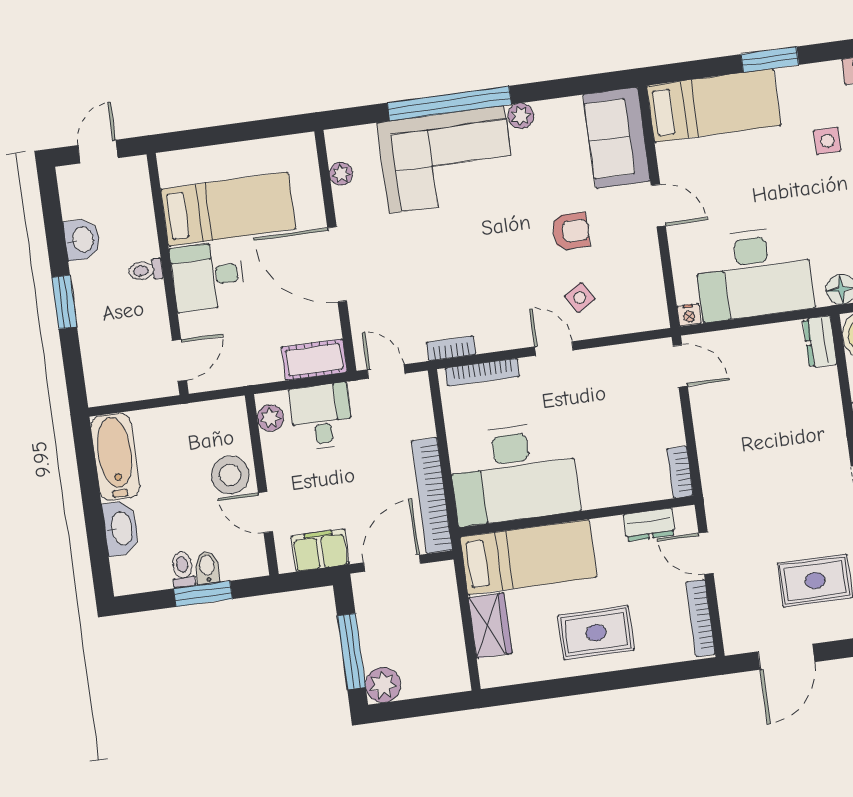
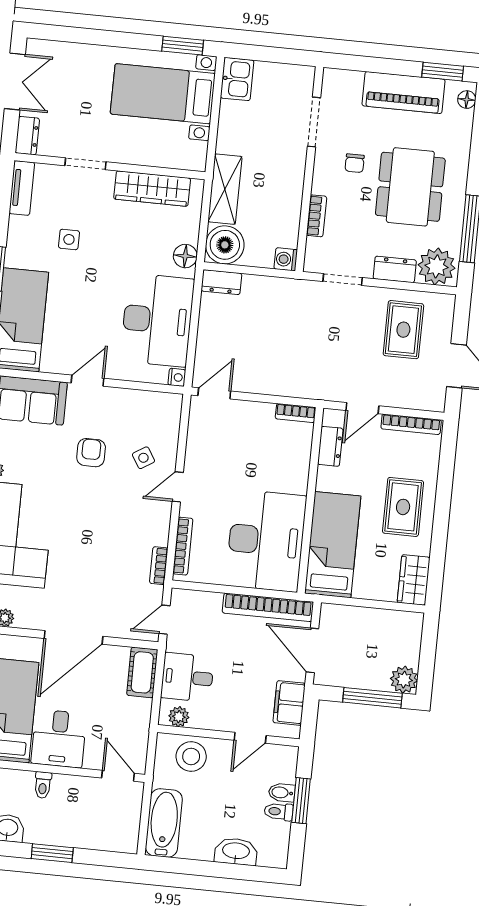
bathtub: (115, 457) -> (164, 823), moved, turned 90
stool: (230, 475) -> (191, 756), moved
wardrobe: (490, 626) -> (414, 580), moved, turned -90

